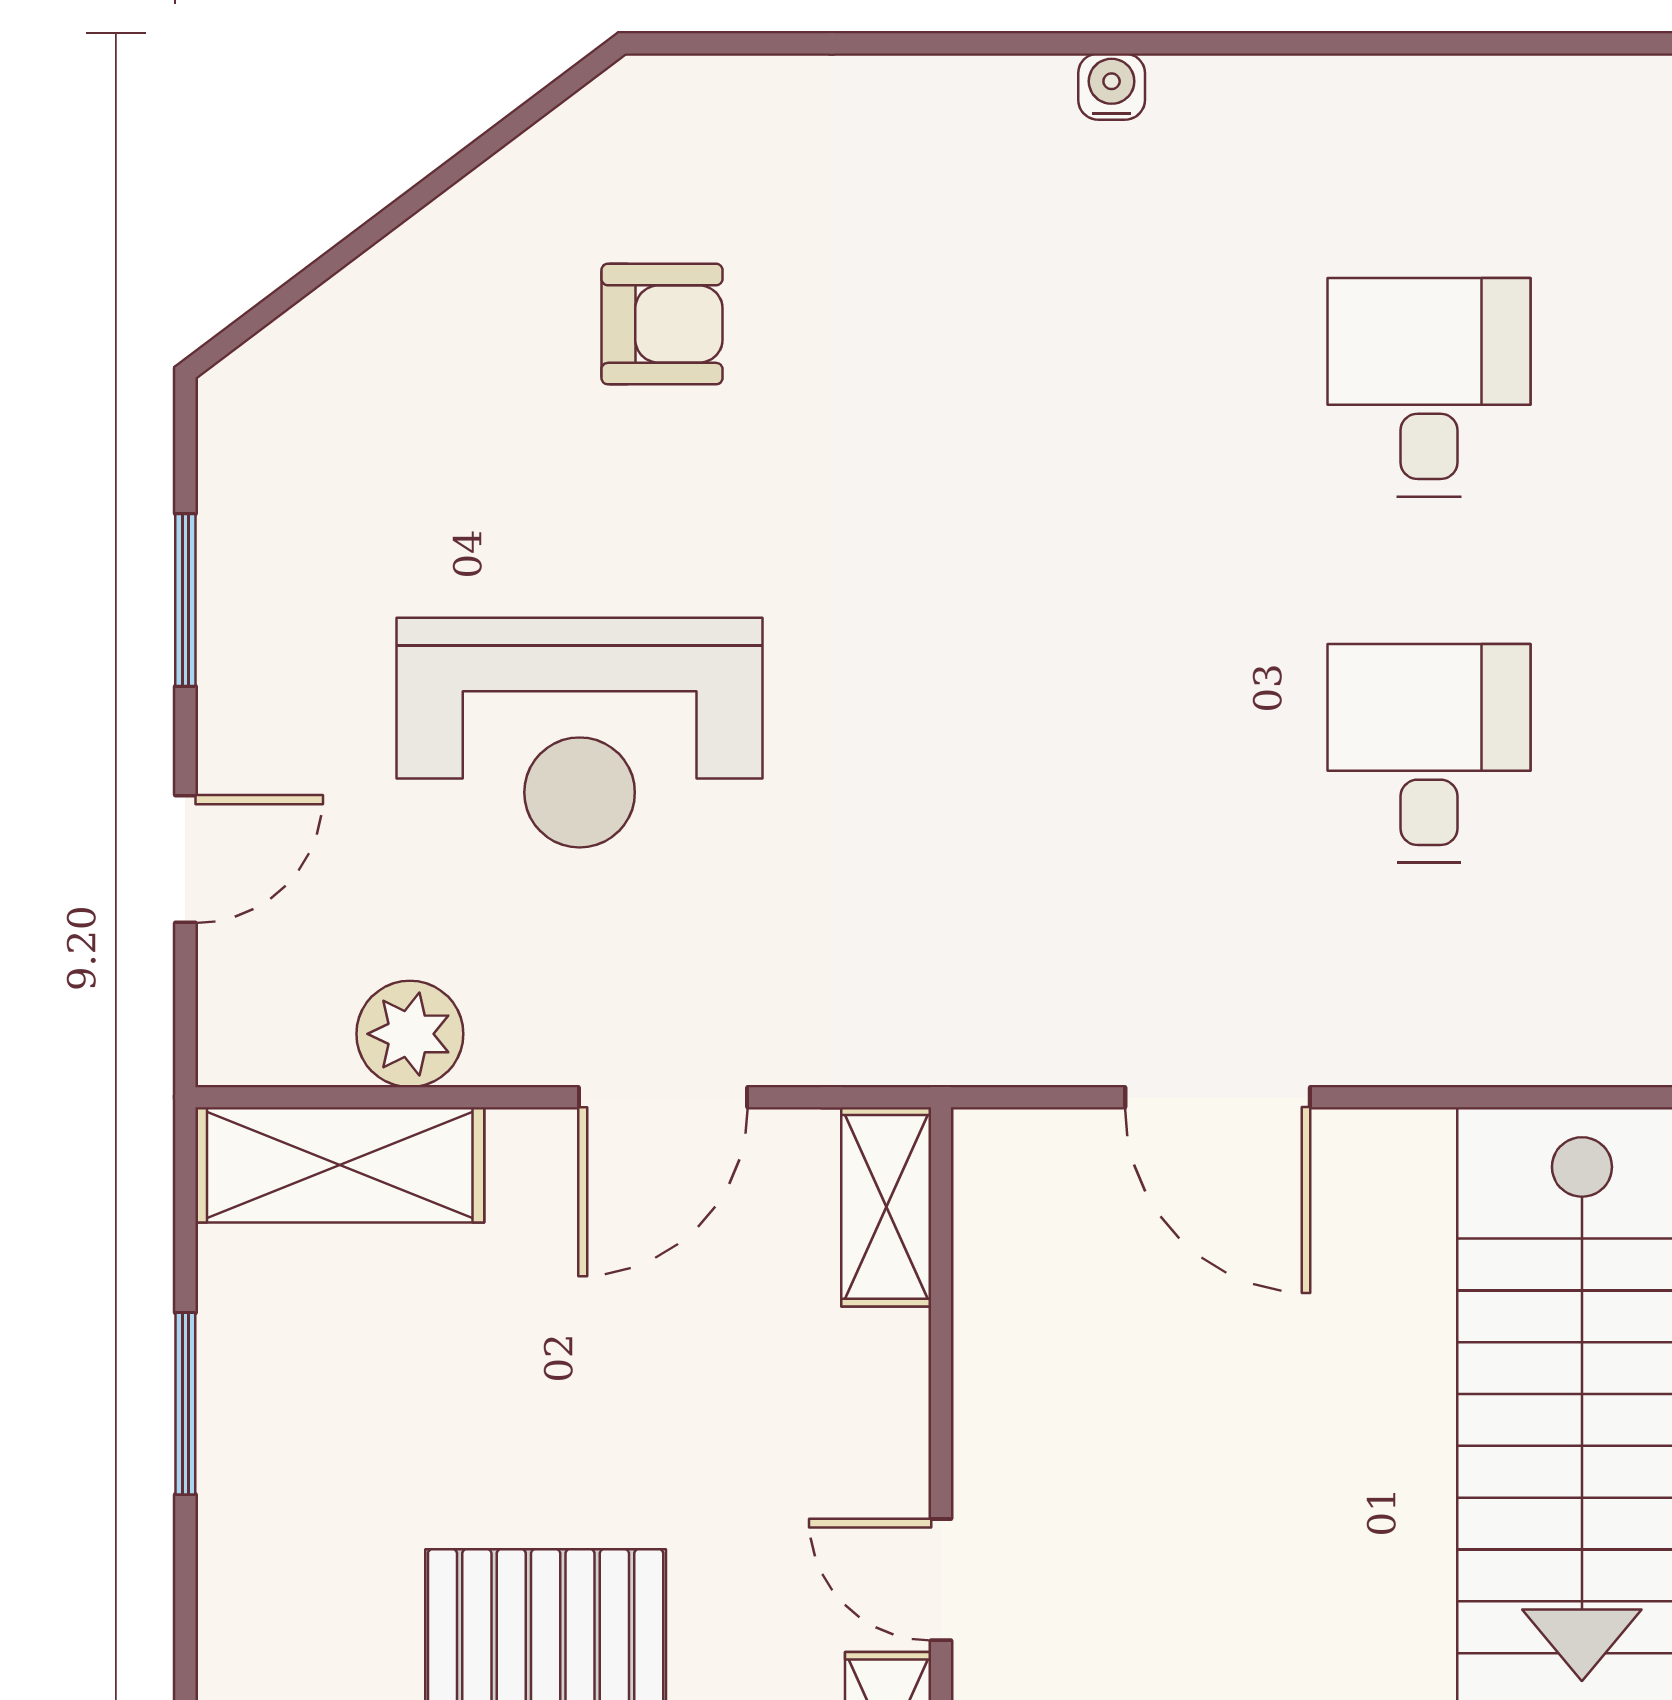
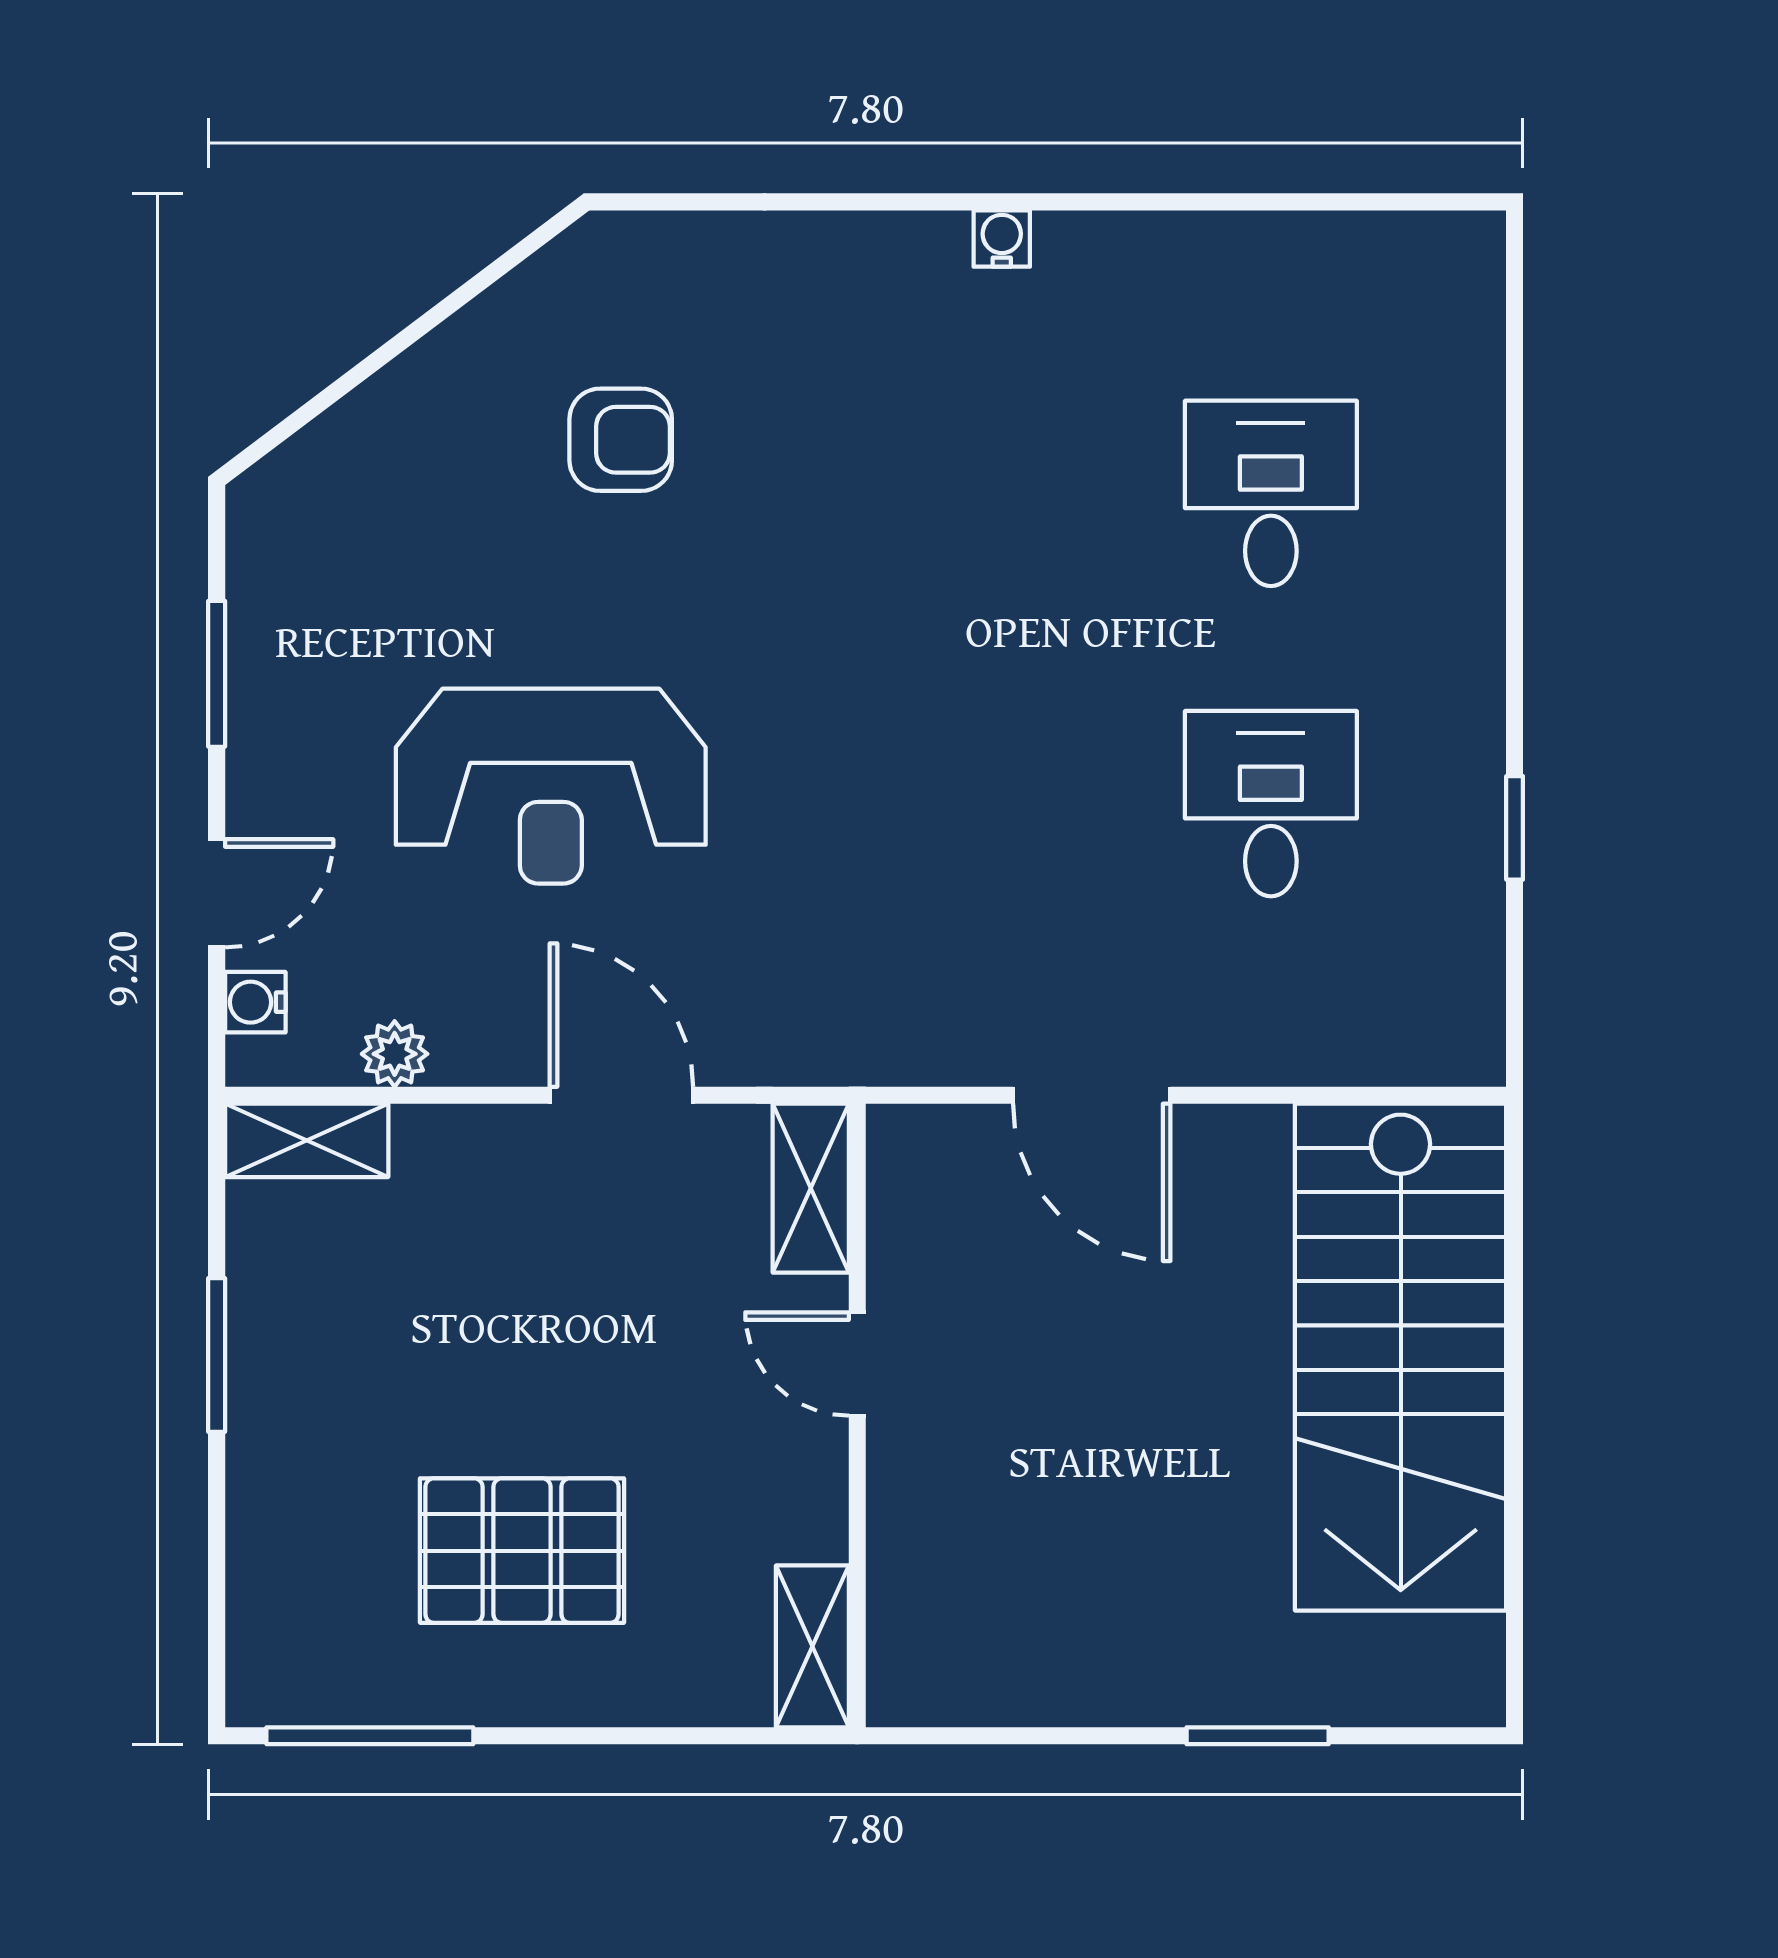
water cooler: (231, 987) -> (255, 1002), added
plant: (410, 1034) -> (395, 1054), width x0.73, depth x0.73
door: (663, 1097) -> (621, 1095), swing flipped
shelving: (340, 1165) -> (307, 1140), width x0.67, depth x0.75
door: (941, 1580) -> (857, 1364), moved

